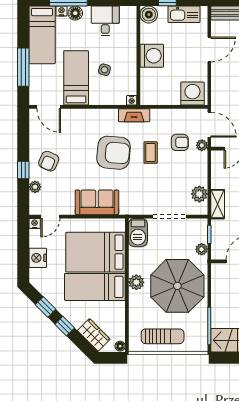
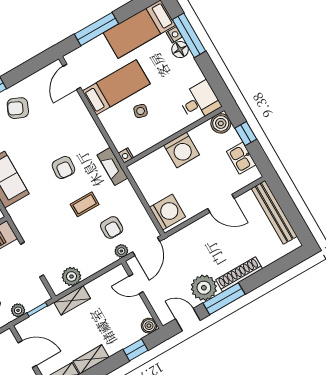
kitchen sink: (184, 14) -> (241, 158), width x0.73
desk: (105, 21) -> (200, 101), moved
armchair: (114, 153) -> (63, 168), width x0.53, depth x0.53

